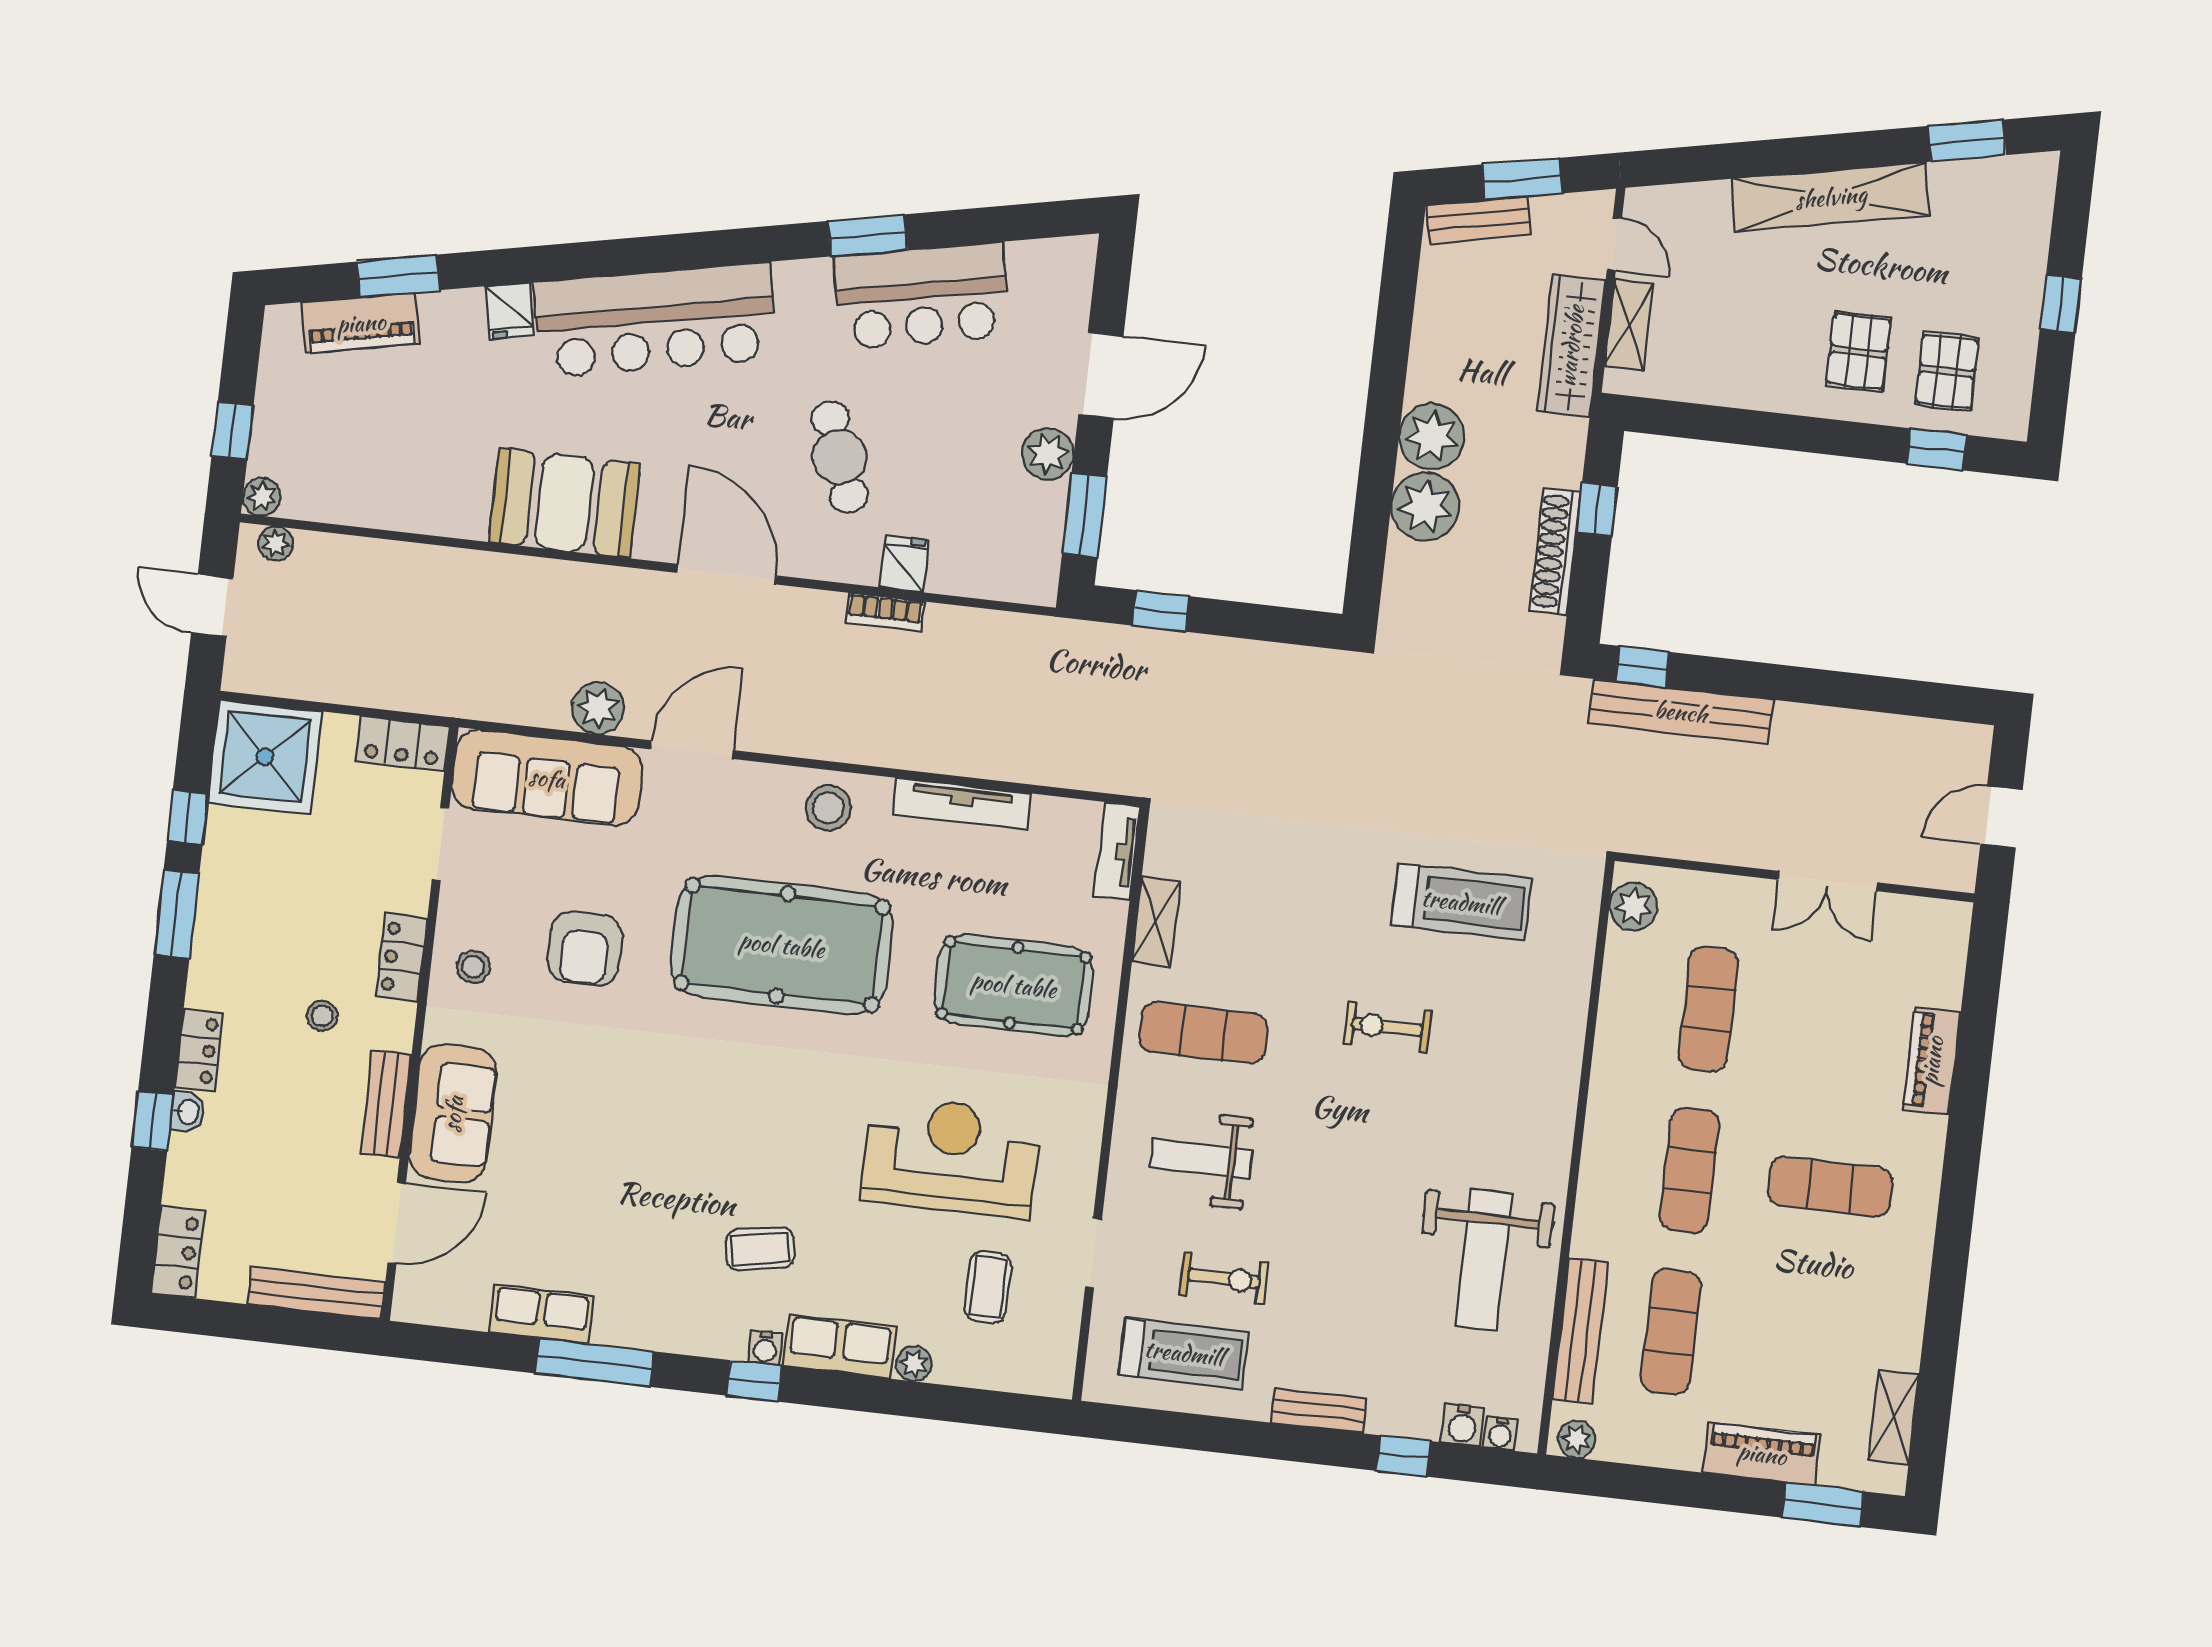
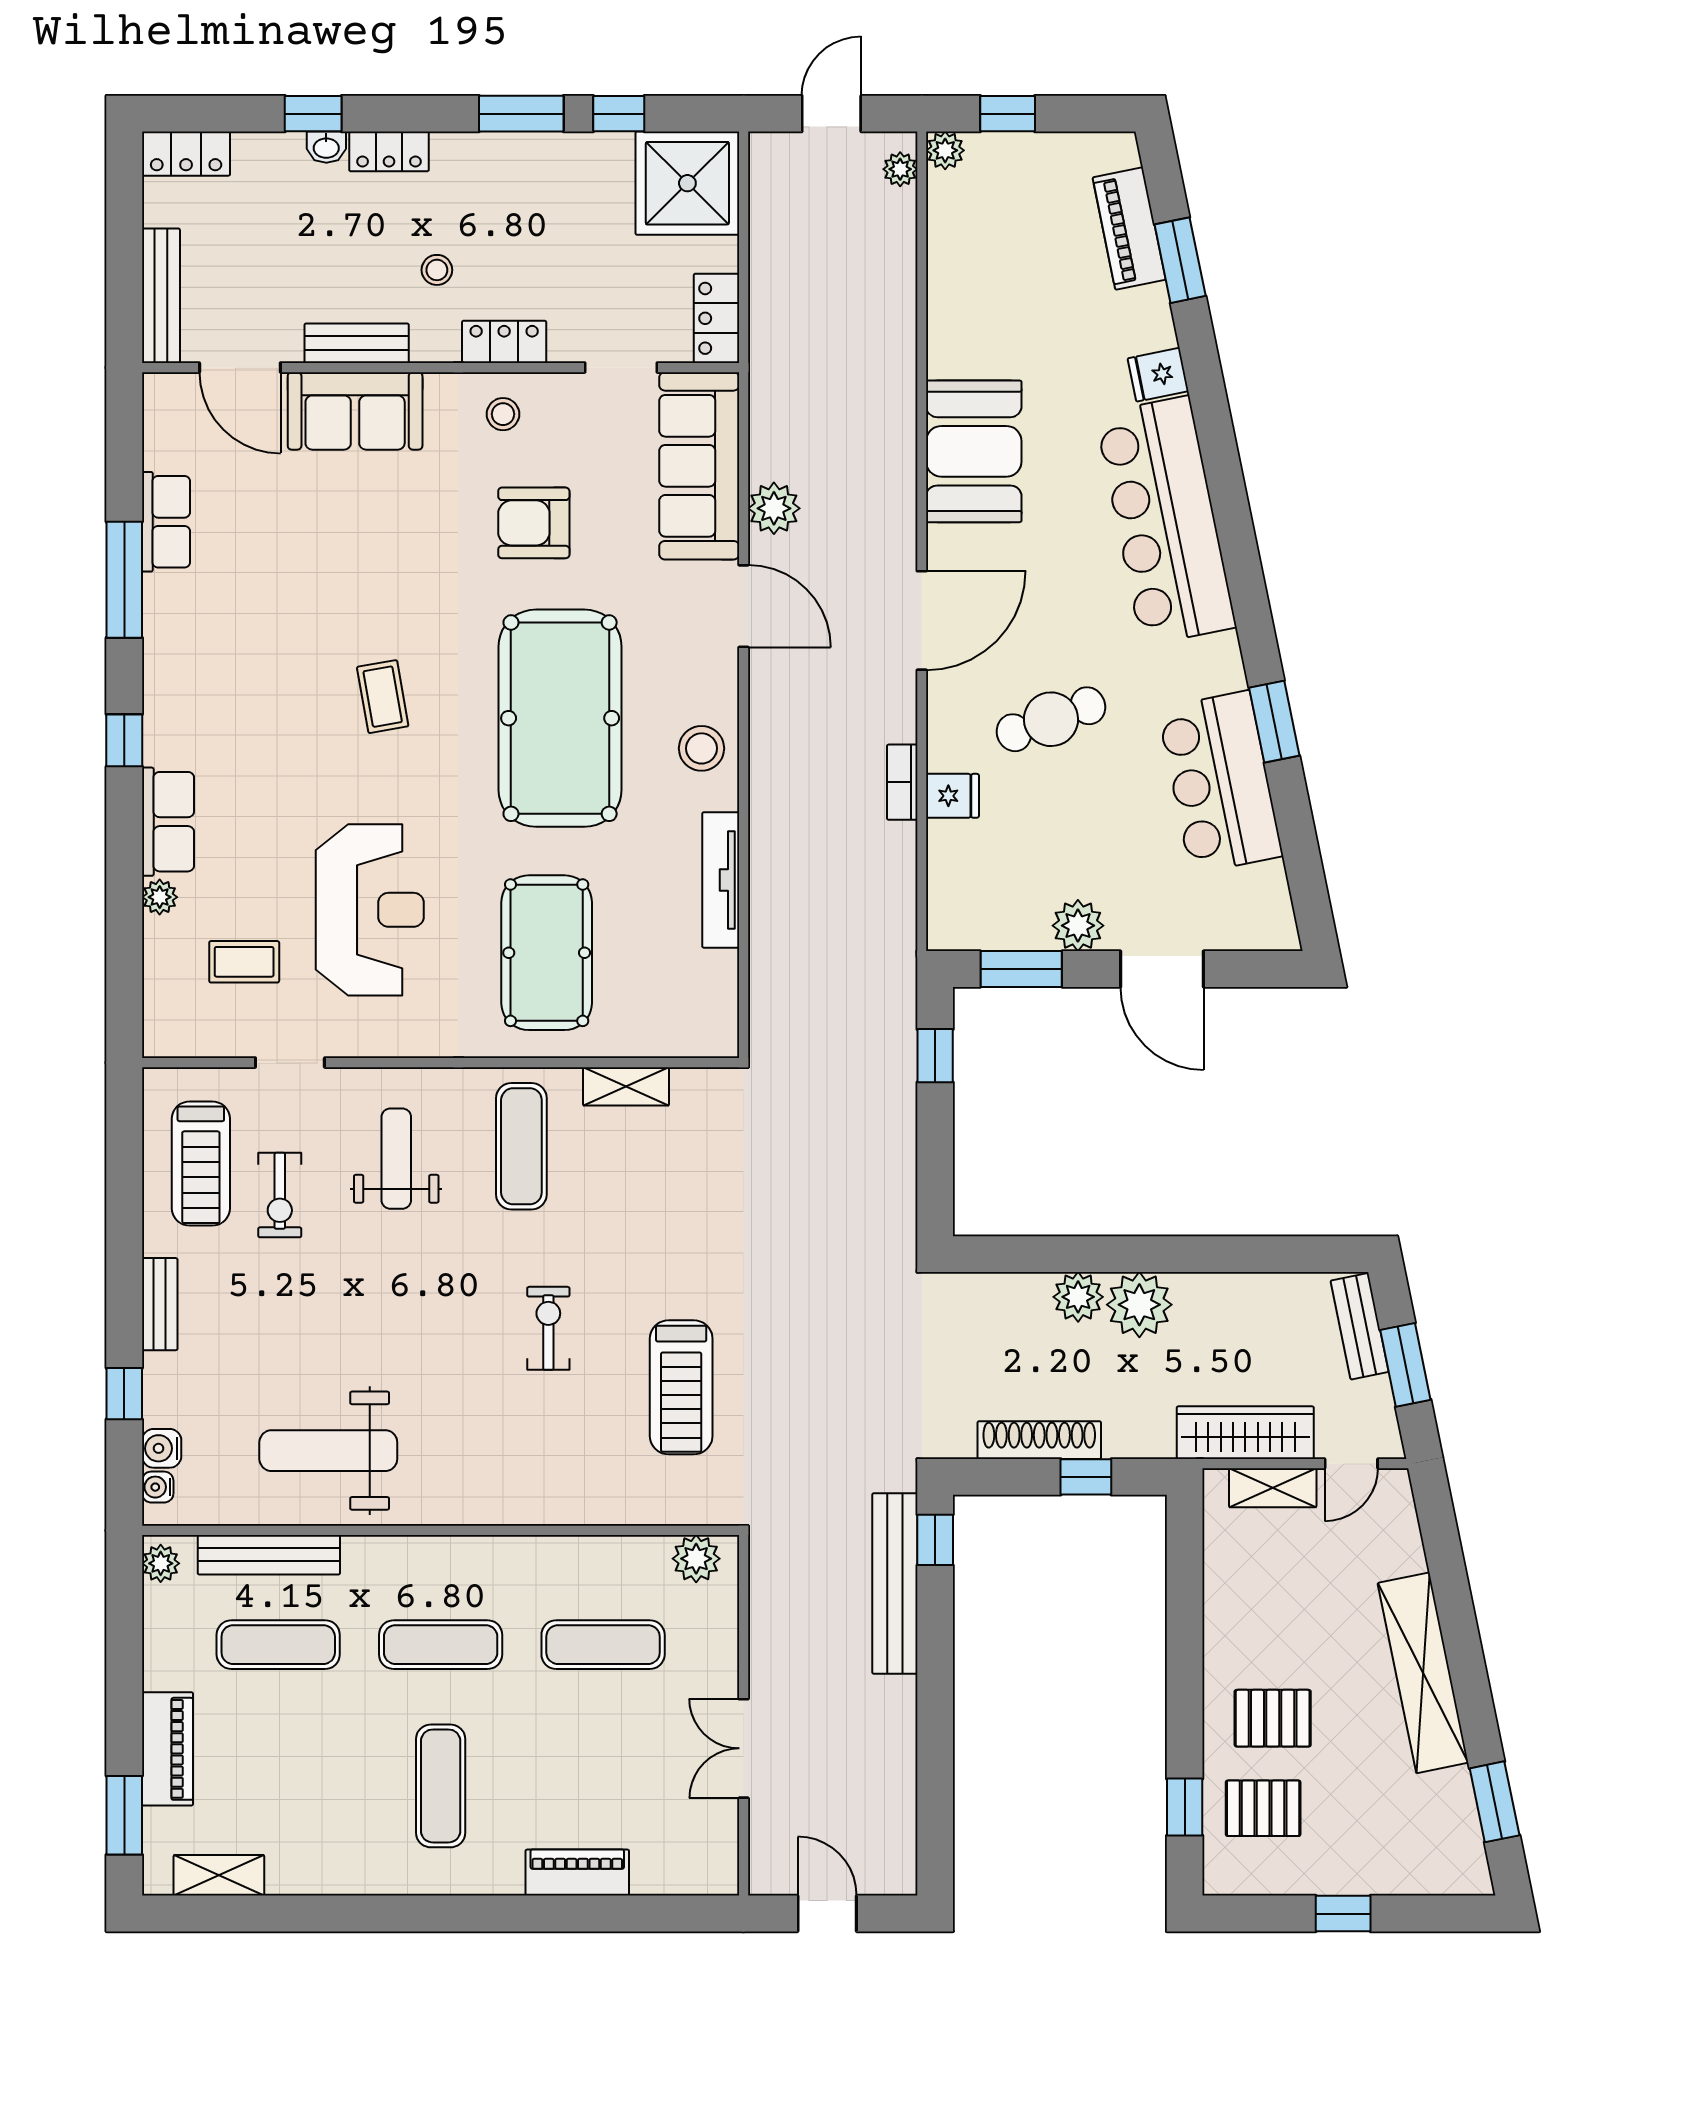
plant: (1425, 507) -> (1078, 1297), width x0.73, depth x0.73
tv unit: (1117, 851) -> (692, 1040), removed
coffee table: (760, 1249) -> (383, 697), moved
water cooler: (765, 1348) -> (158, 748), removed

